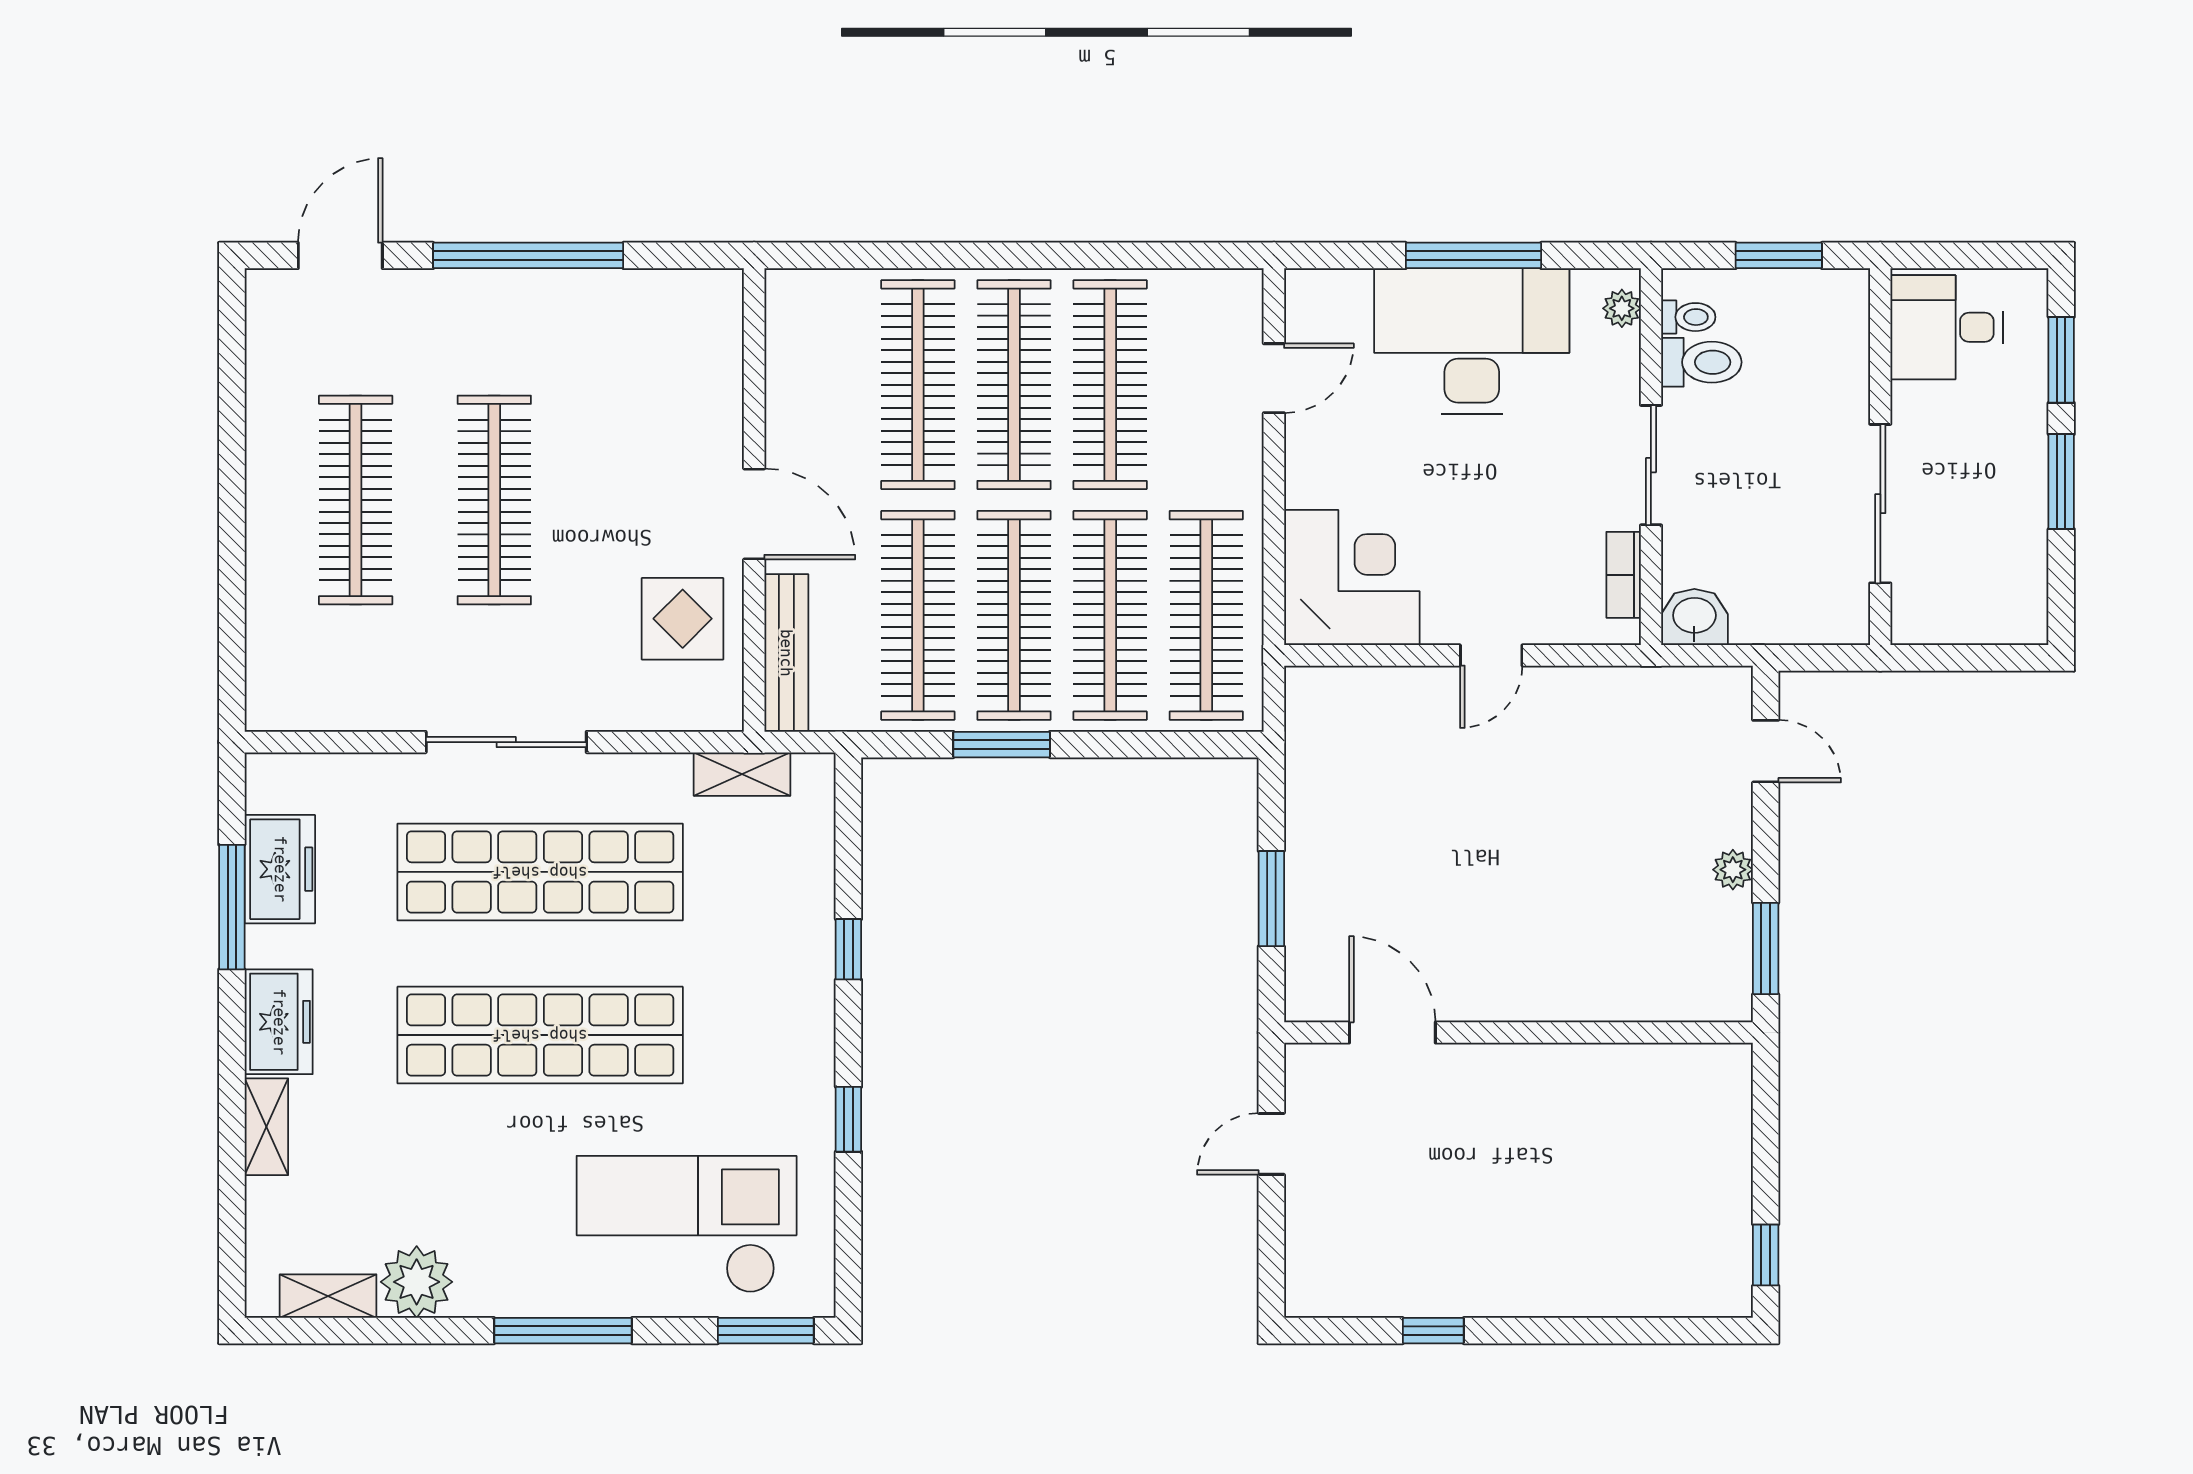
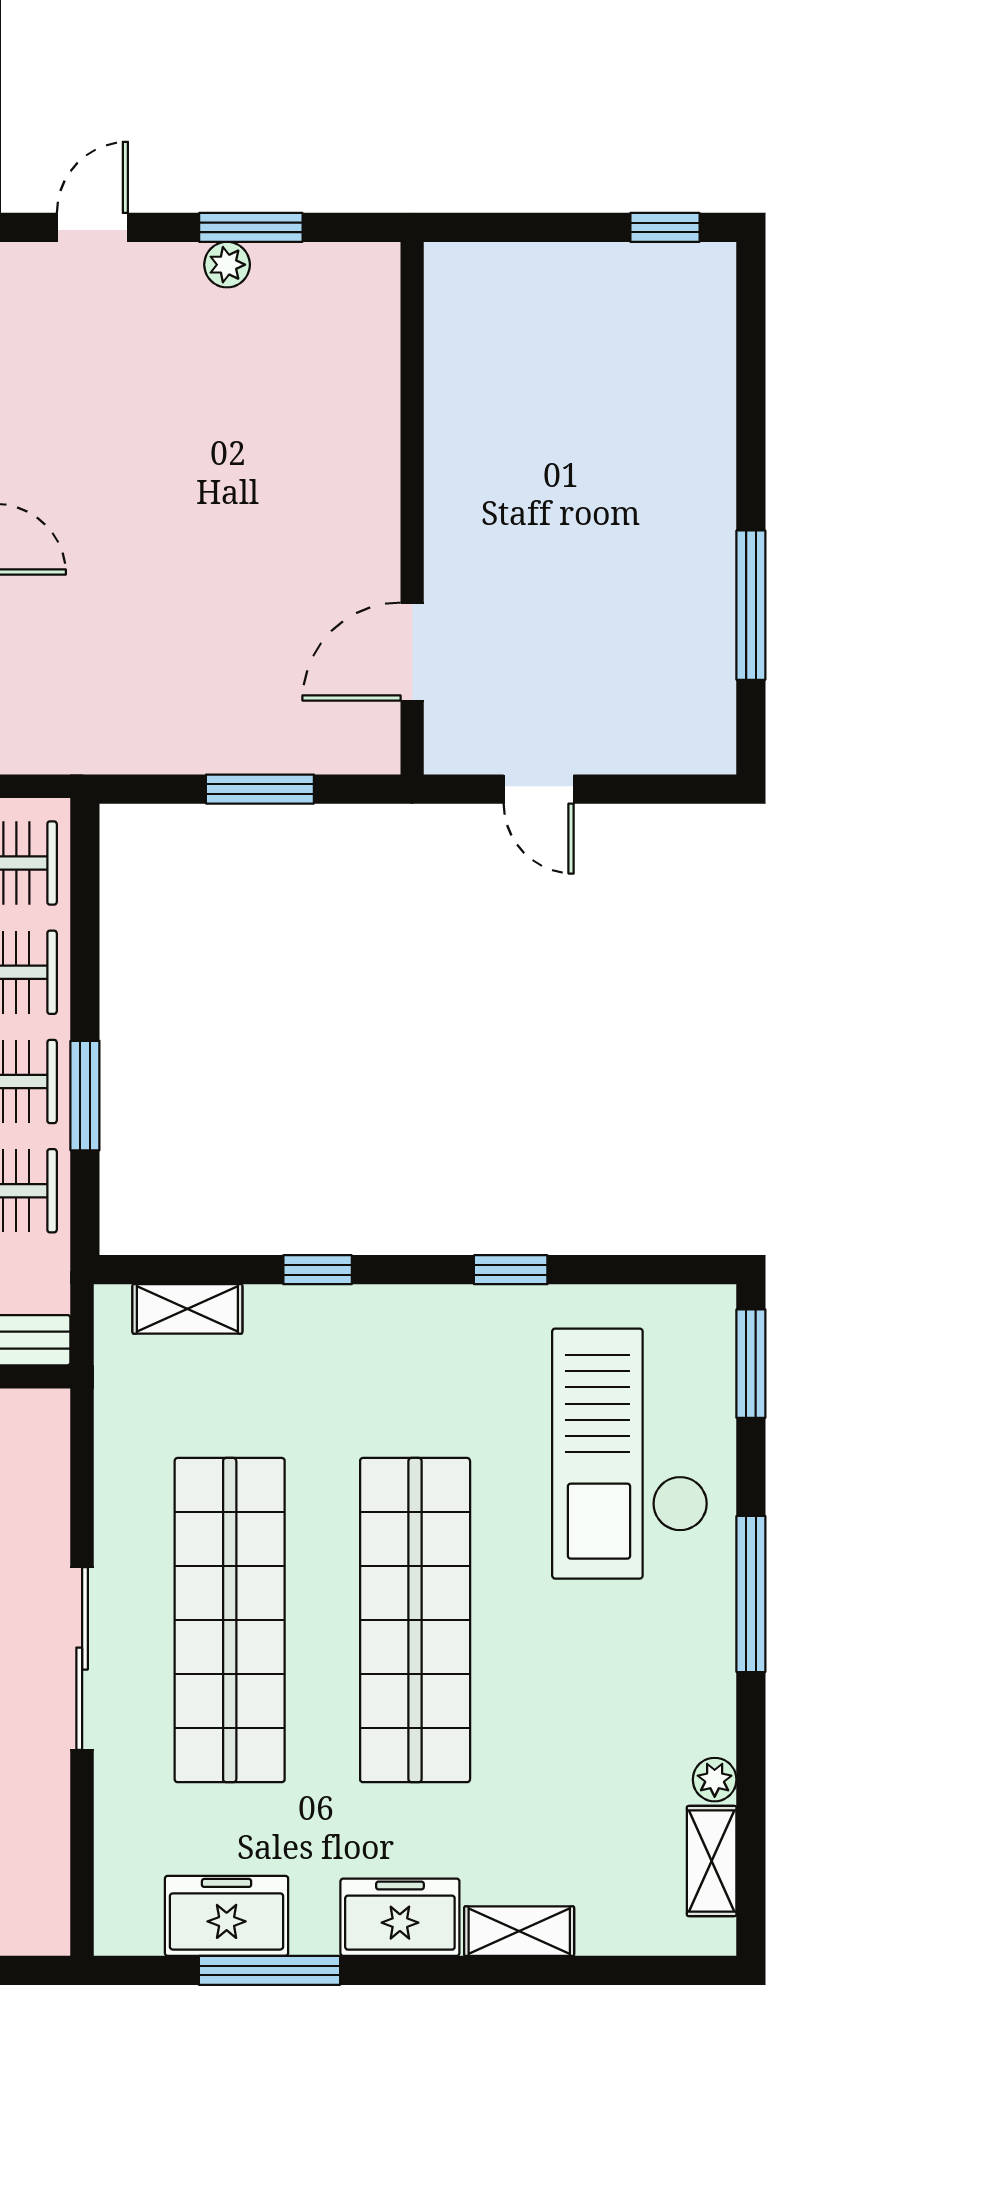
shelving: (742, 774) -> (187, 1309), moved, turned 90
window: (1766, 949) -> (251, 227), moved
plant: (417, 1282) -> (715, 1780), width x0.53, depth x0.53
window: (1433, 1331) -> (751, 605), width x2.17

